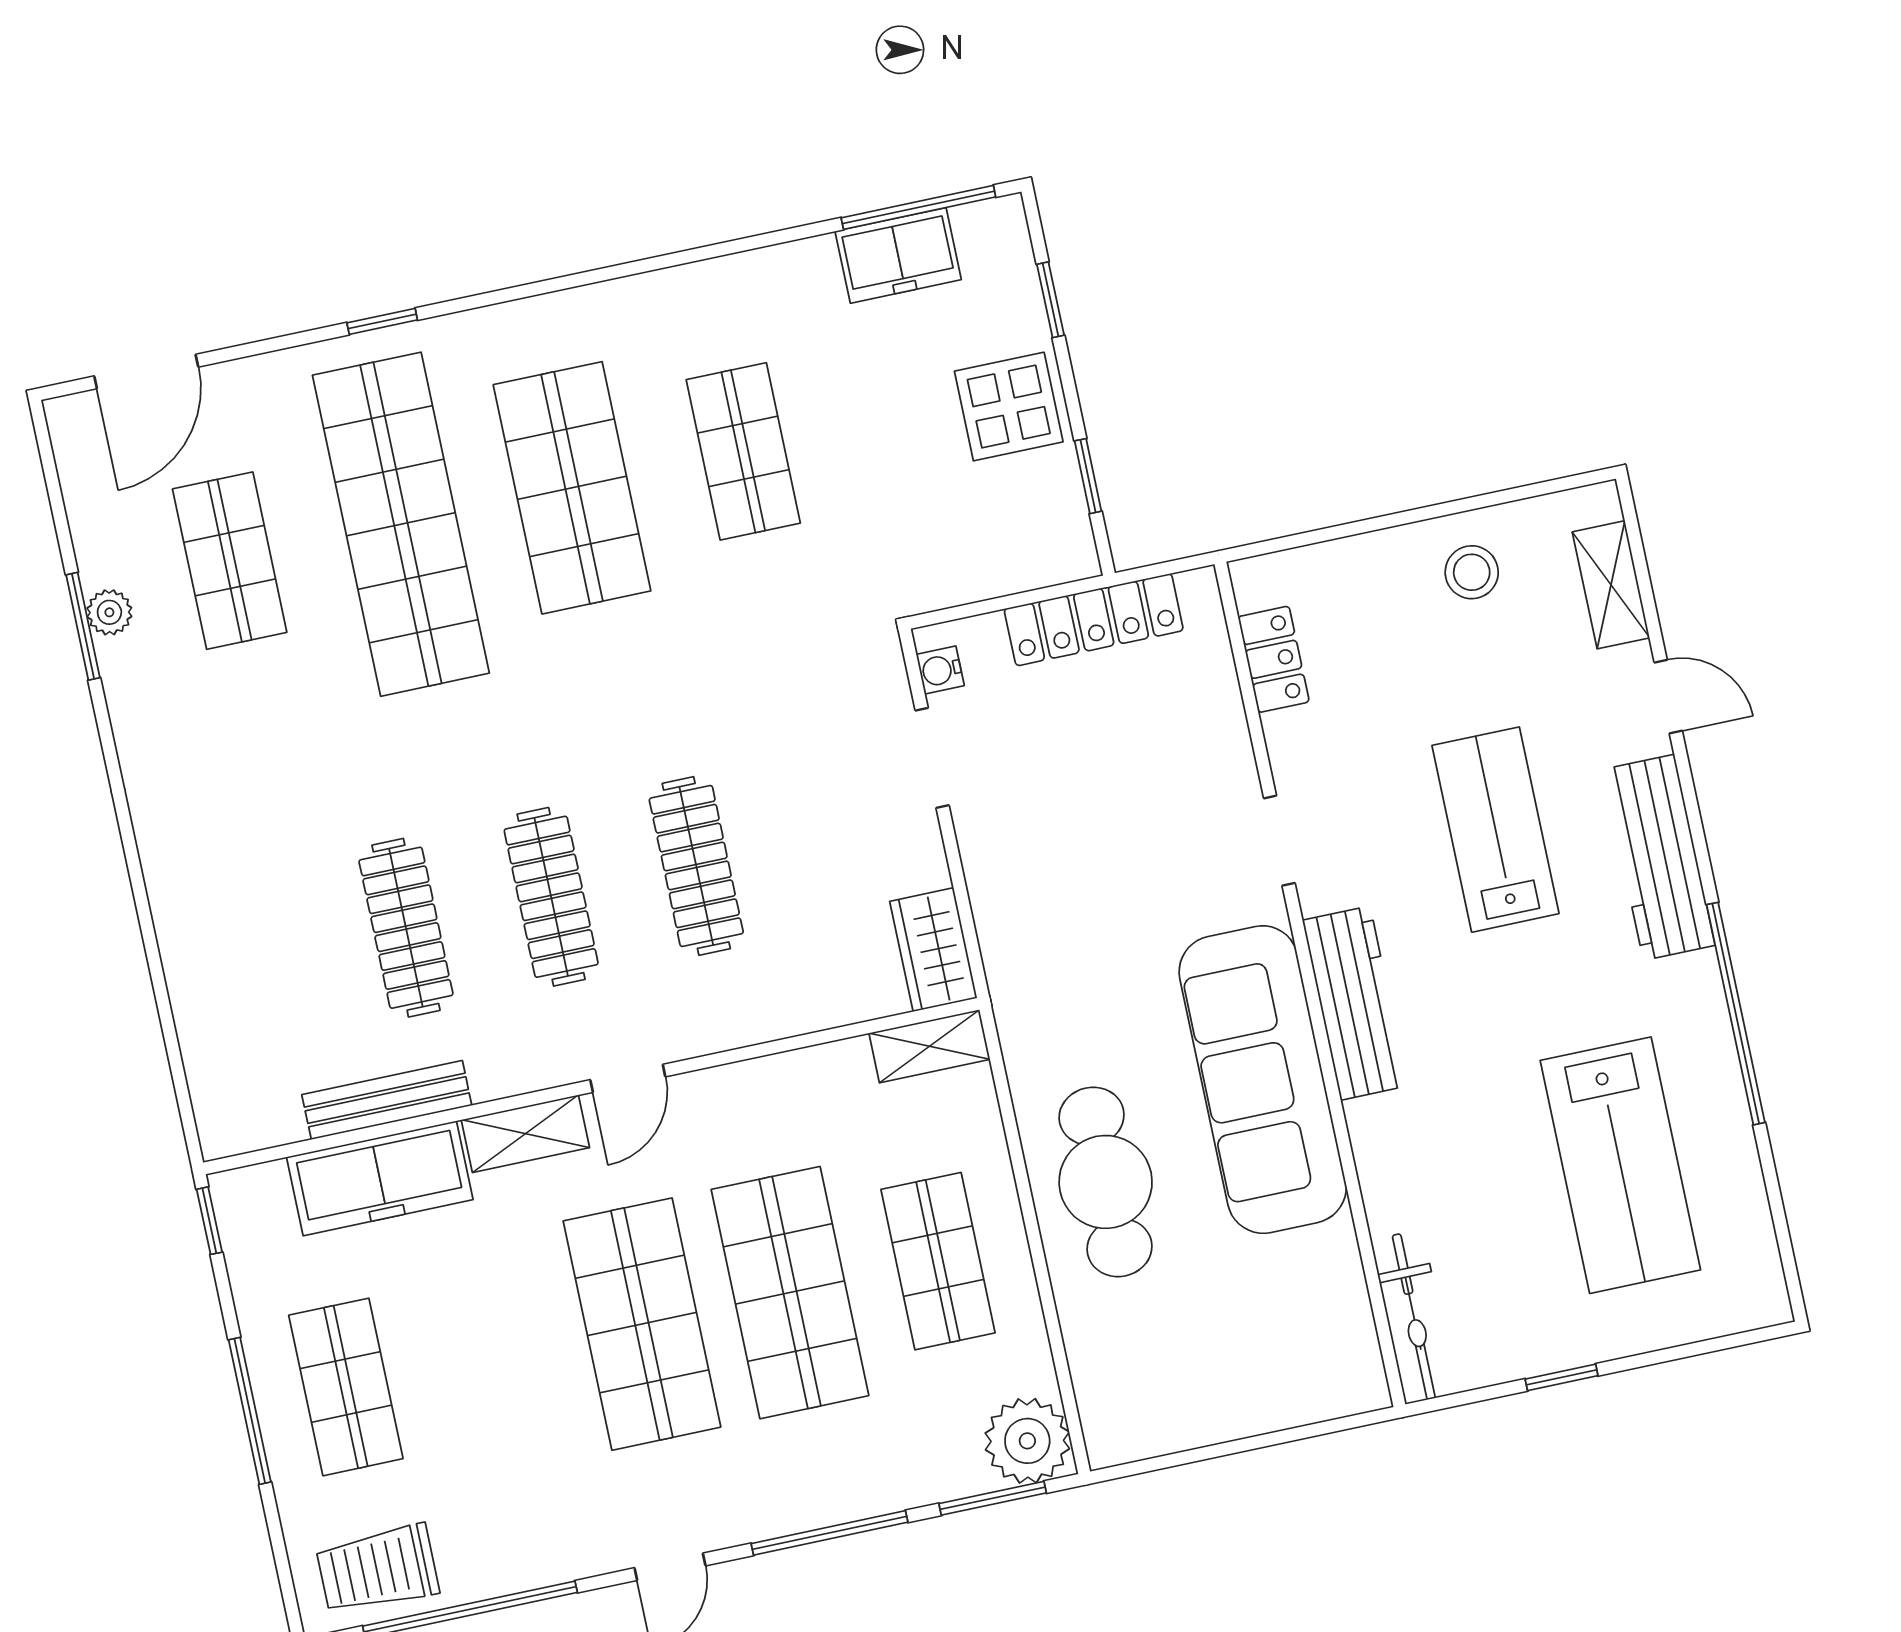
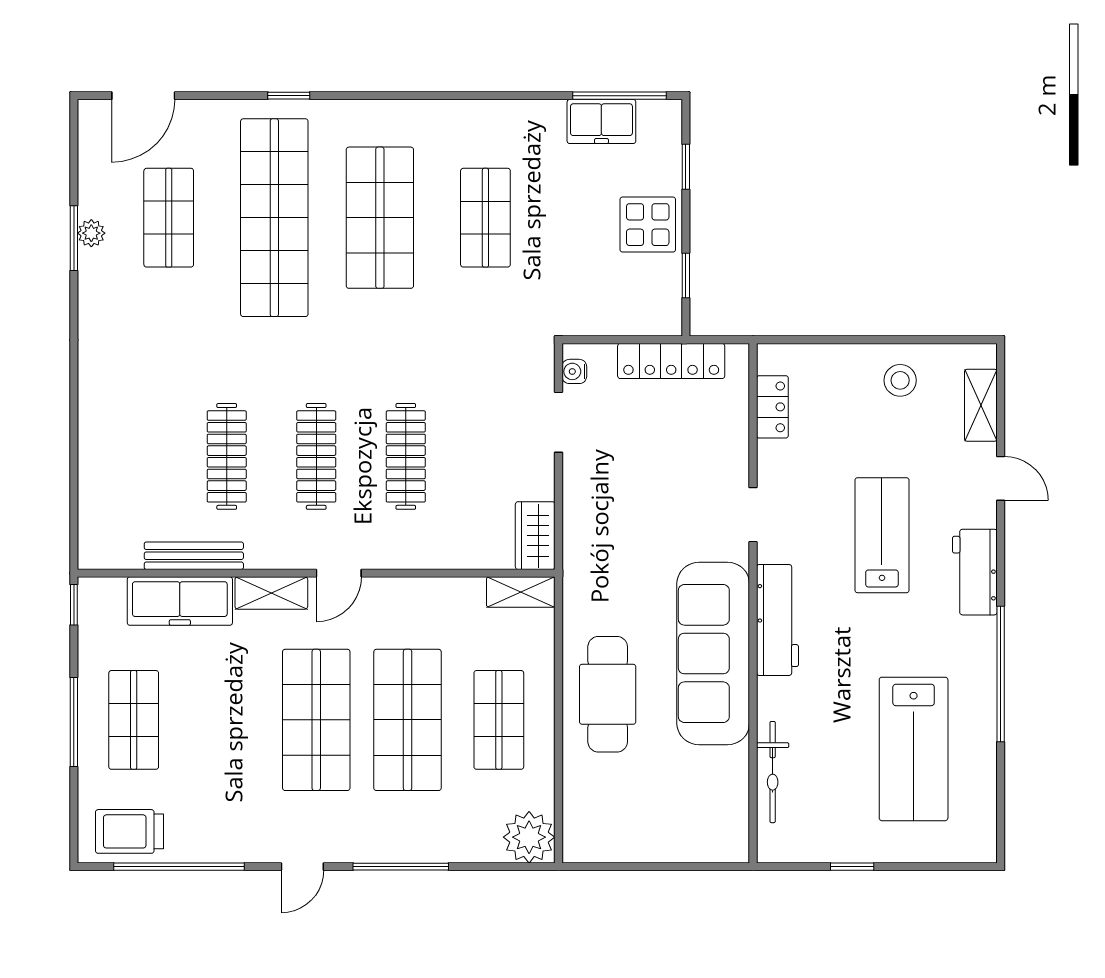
workbench: (1659, 857) -> (975, 572), width x0.73
bicycle: (1414, 1317) -> (773, 772), moved
window: (993, 1498) -> (501, 867), removed

